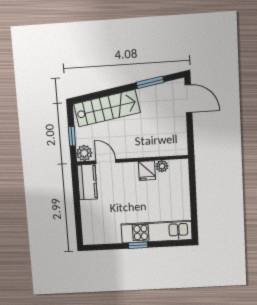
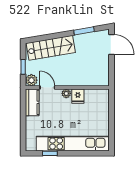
plant: (162, 166) -> (66, 93), moved
kitchen unit: (157, 232) -> (73, 144), width x1.36
window: (138, 245) -> (50, 153), moved

